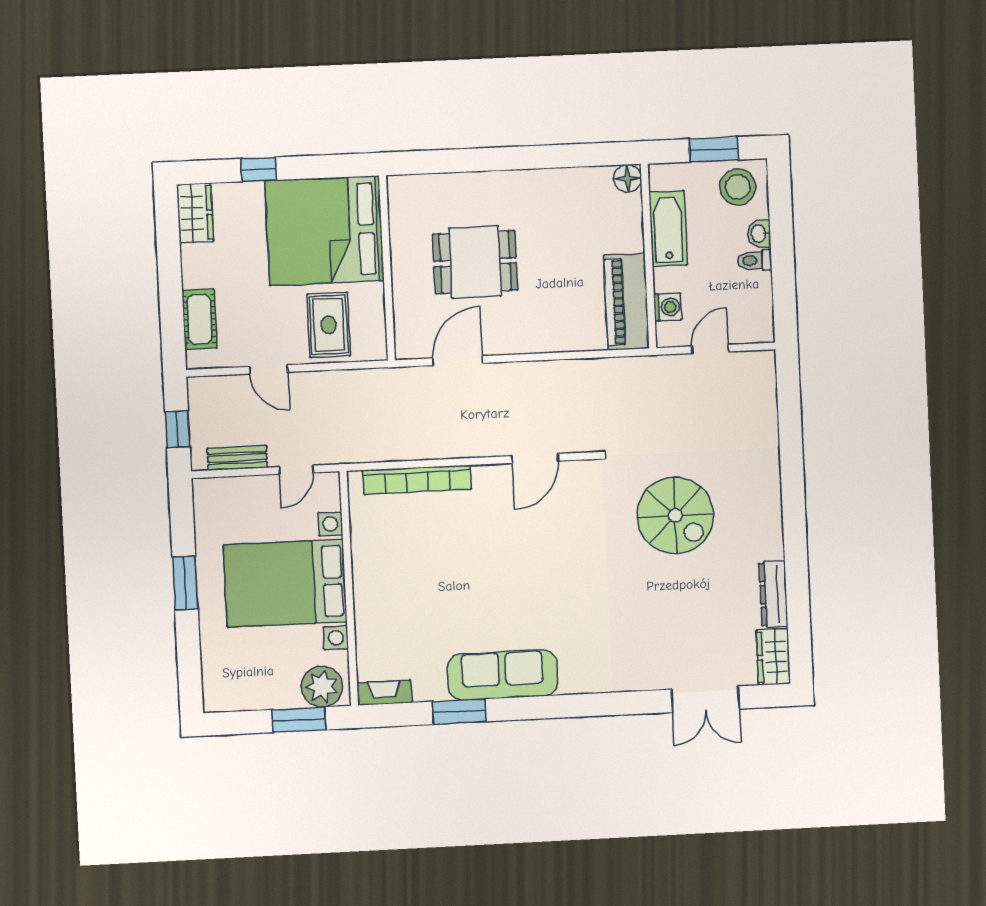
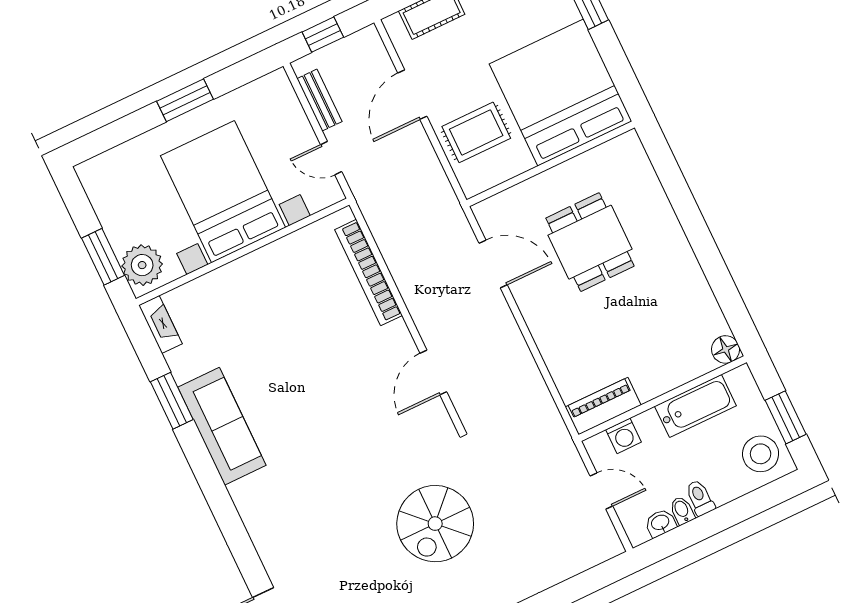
washbasin: (759, 234) -> (660, 523), moved
bidet: (759, 282) -> (682, 510), added
piano: (626, 302) -> (603, 406), width x0.73, depth x0.75
door: (269, 369) -> (412, 95), width x1.38
door: (535, 458) -> (433, 373), hinge flipped

